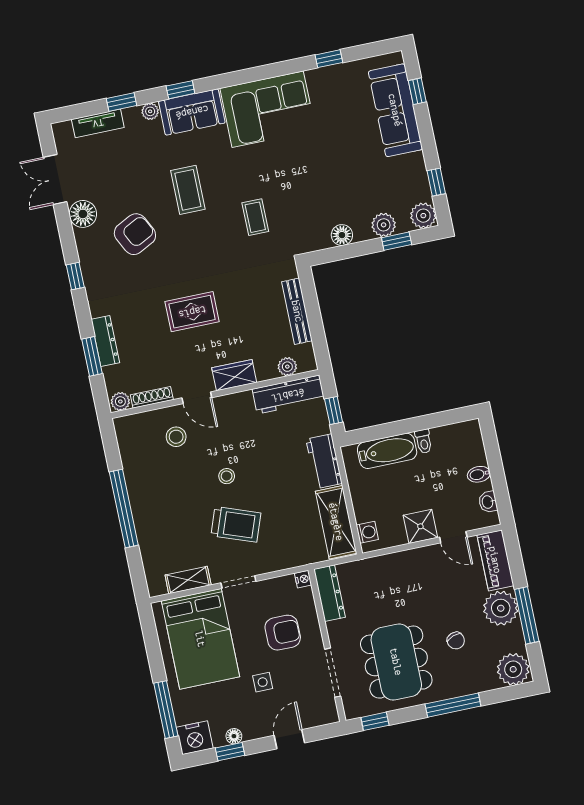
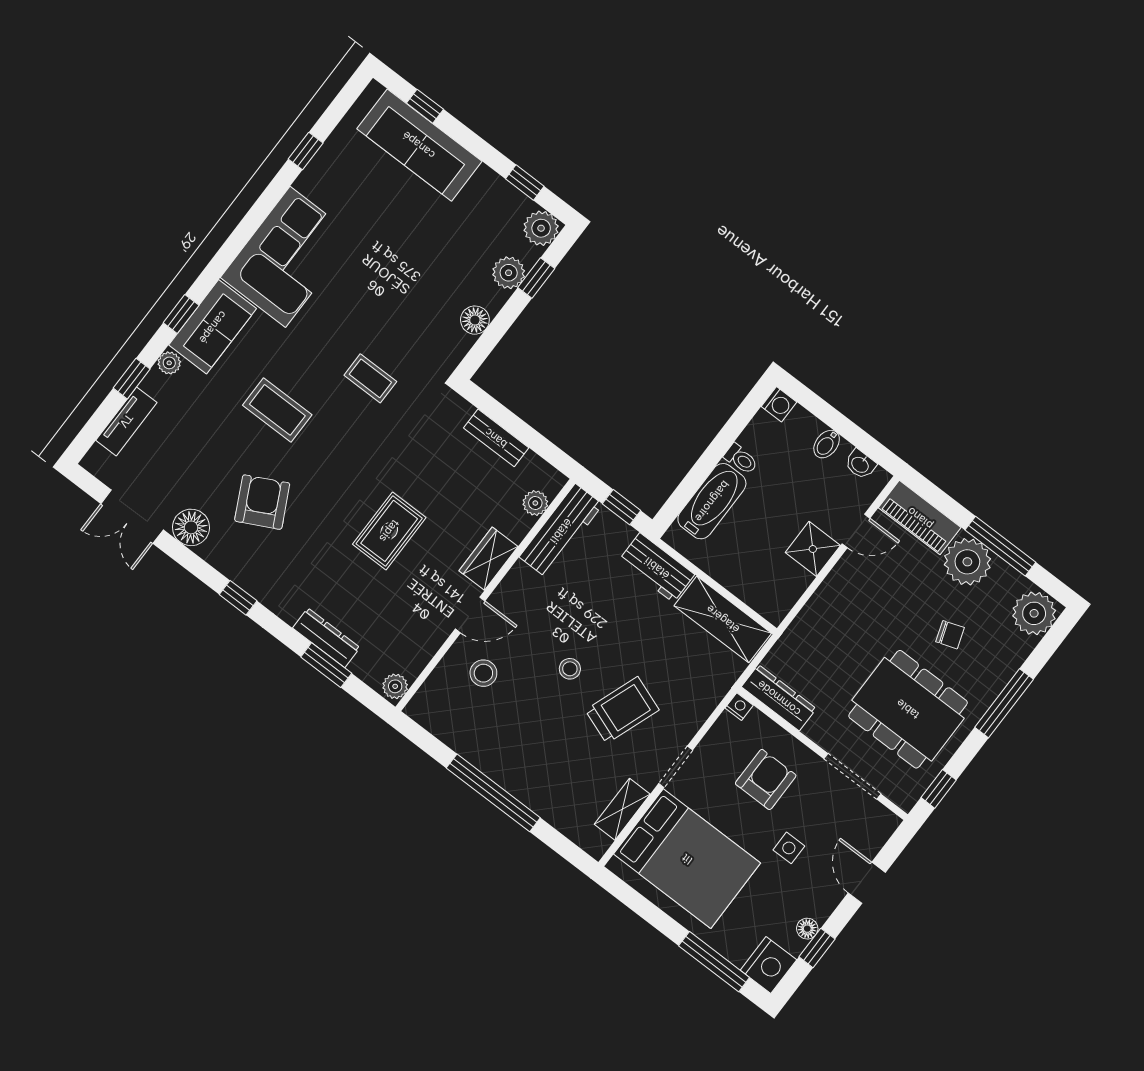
bench: (297, 311) -> (496, 438), width x0.73
shoe rack: (152, 397) -> (424, 654), removed
washing machine: (367, 532) -> (779, 404), moved, turned 90

